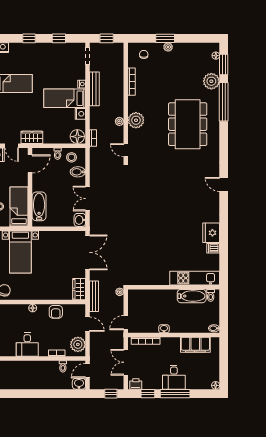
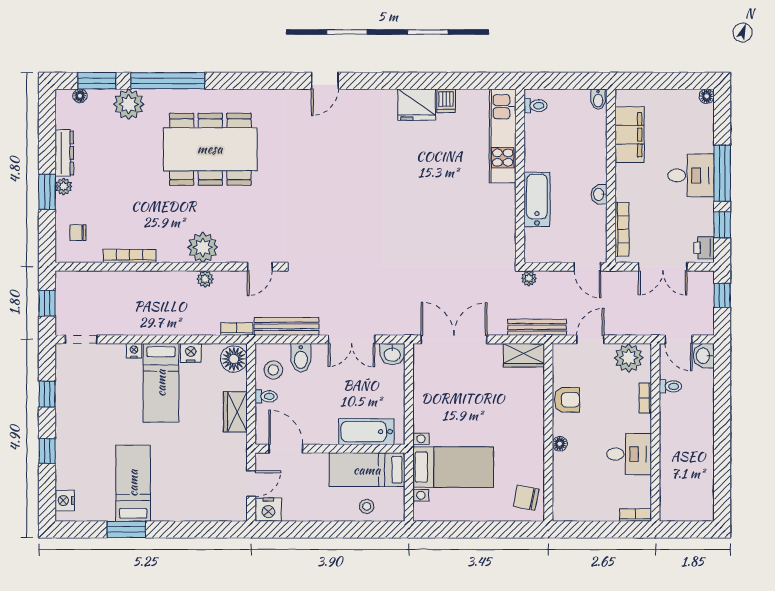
dresser: (186, 47) -> (64, 153), added
bench: (94, 89) -> (287, 326), moved
wardrobe: (32, 137) -> (235, 412), moved
bathtub: (192, 296) -> (537, 199), moved

